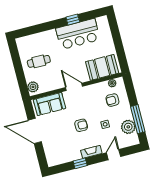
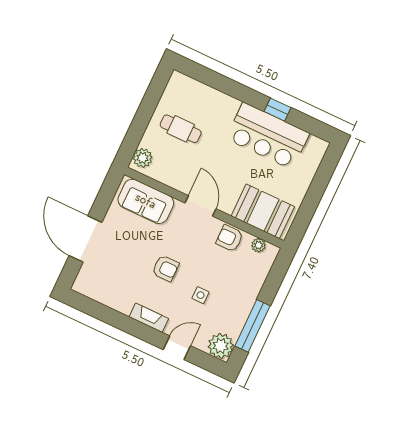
armchair: (112, 100) -> (230, 238), moved
plant: (128, 127) -> (221, 346), moved
door: (35, 131) -> (85, 239), moved
window: (80, 163) -> (119, 321), removed

